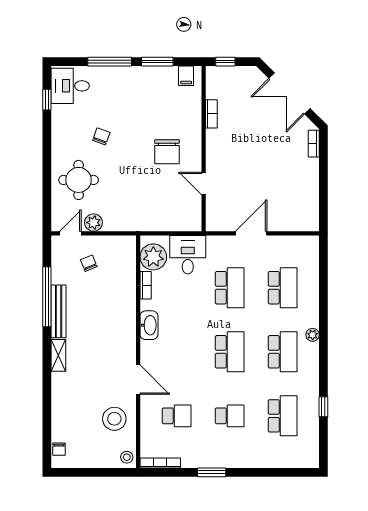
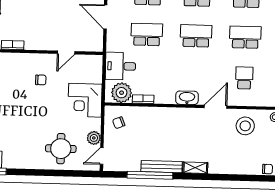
chair: (101, 136) -> (28, 130), removed
chair: (167, 152) -> (41, 80), width x0.54, depth x0.54
corner desk: (142, 210) -> (85, 100), added
door: (70, 233) -> (102, 156), hinge flipped
chair: (89, 263) -> (119, 123), moved
washbasin: (149, 325) -> (187, 98), moved
school desk: (230, 416) -> (245, 37), width x1.85

